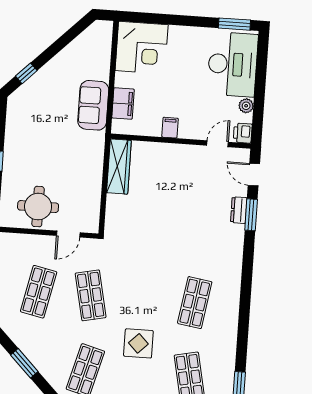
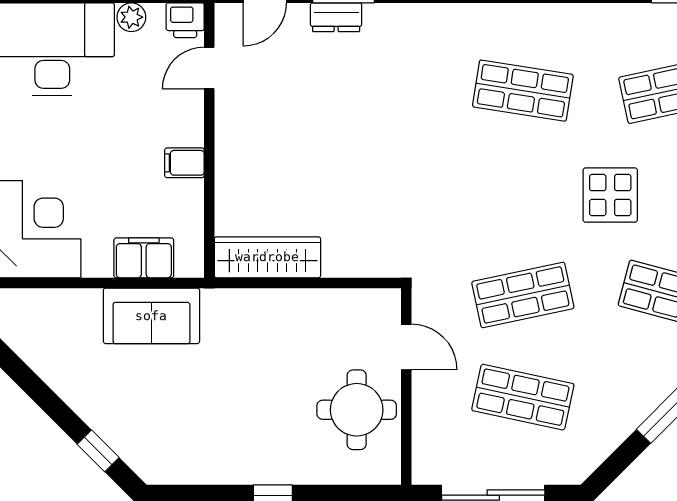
door: (217, 144) -> (209, 68), hinge flipped

